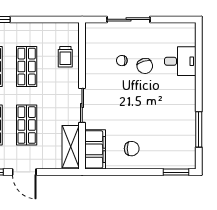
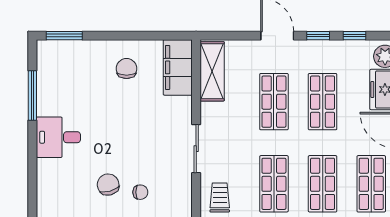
desk: (180, 61) -> (58, 137), moved
sliding door: (82, 105) -> (196, 149), moved
chair: (132, 149) -> (127, 69), turned 90

